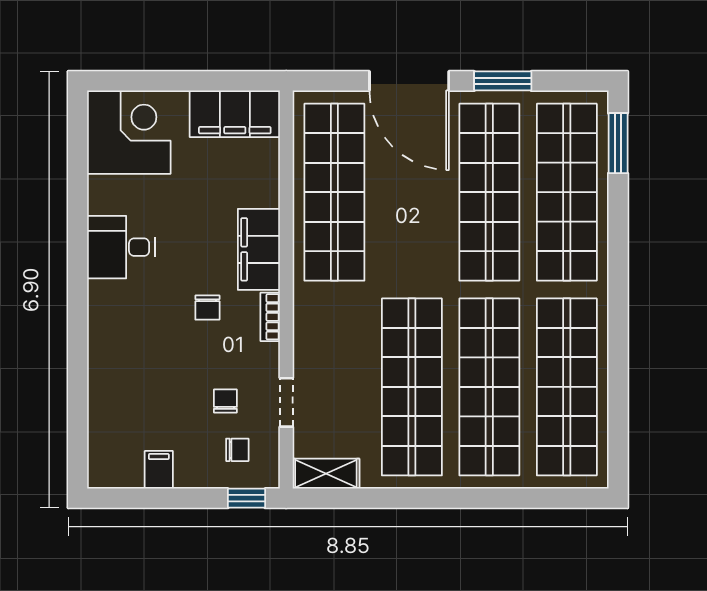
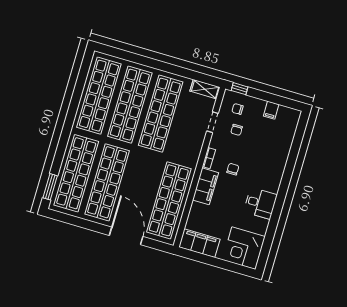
window: (503, 81) -> (89, 225), removed

